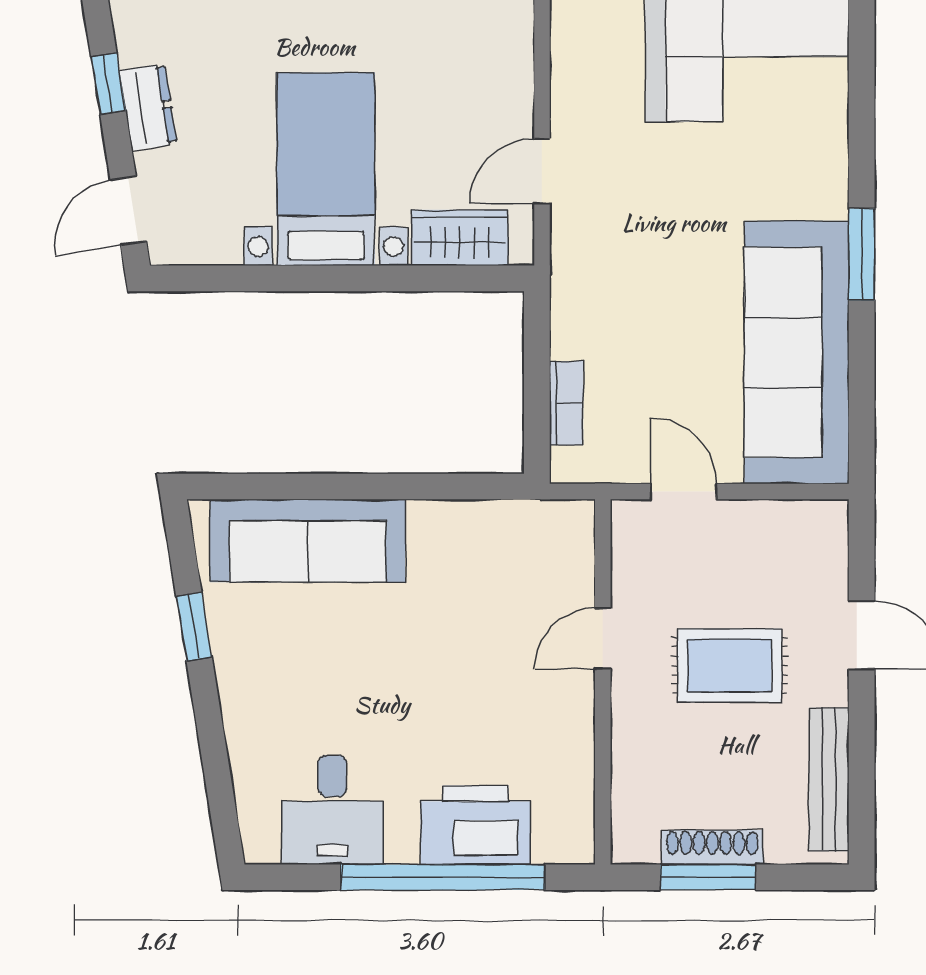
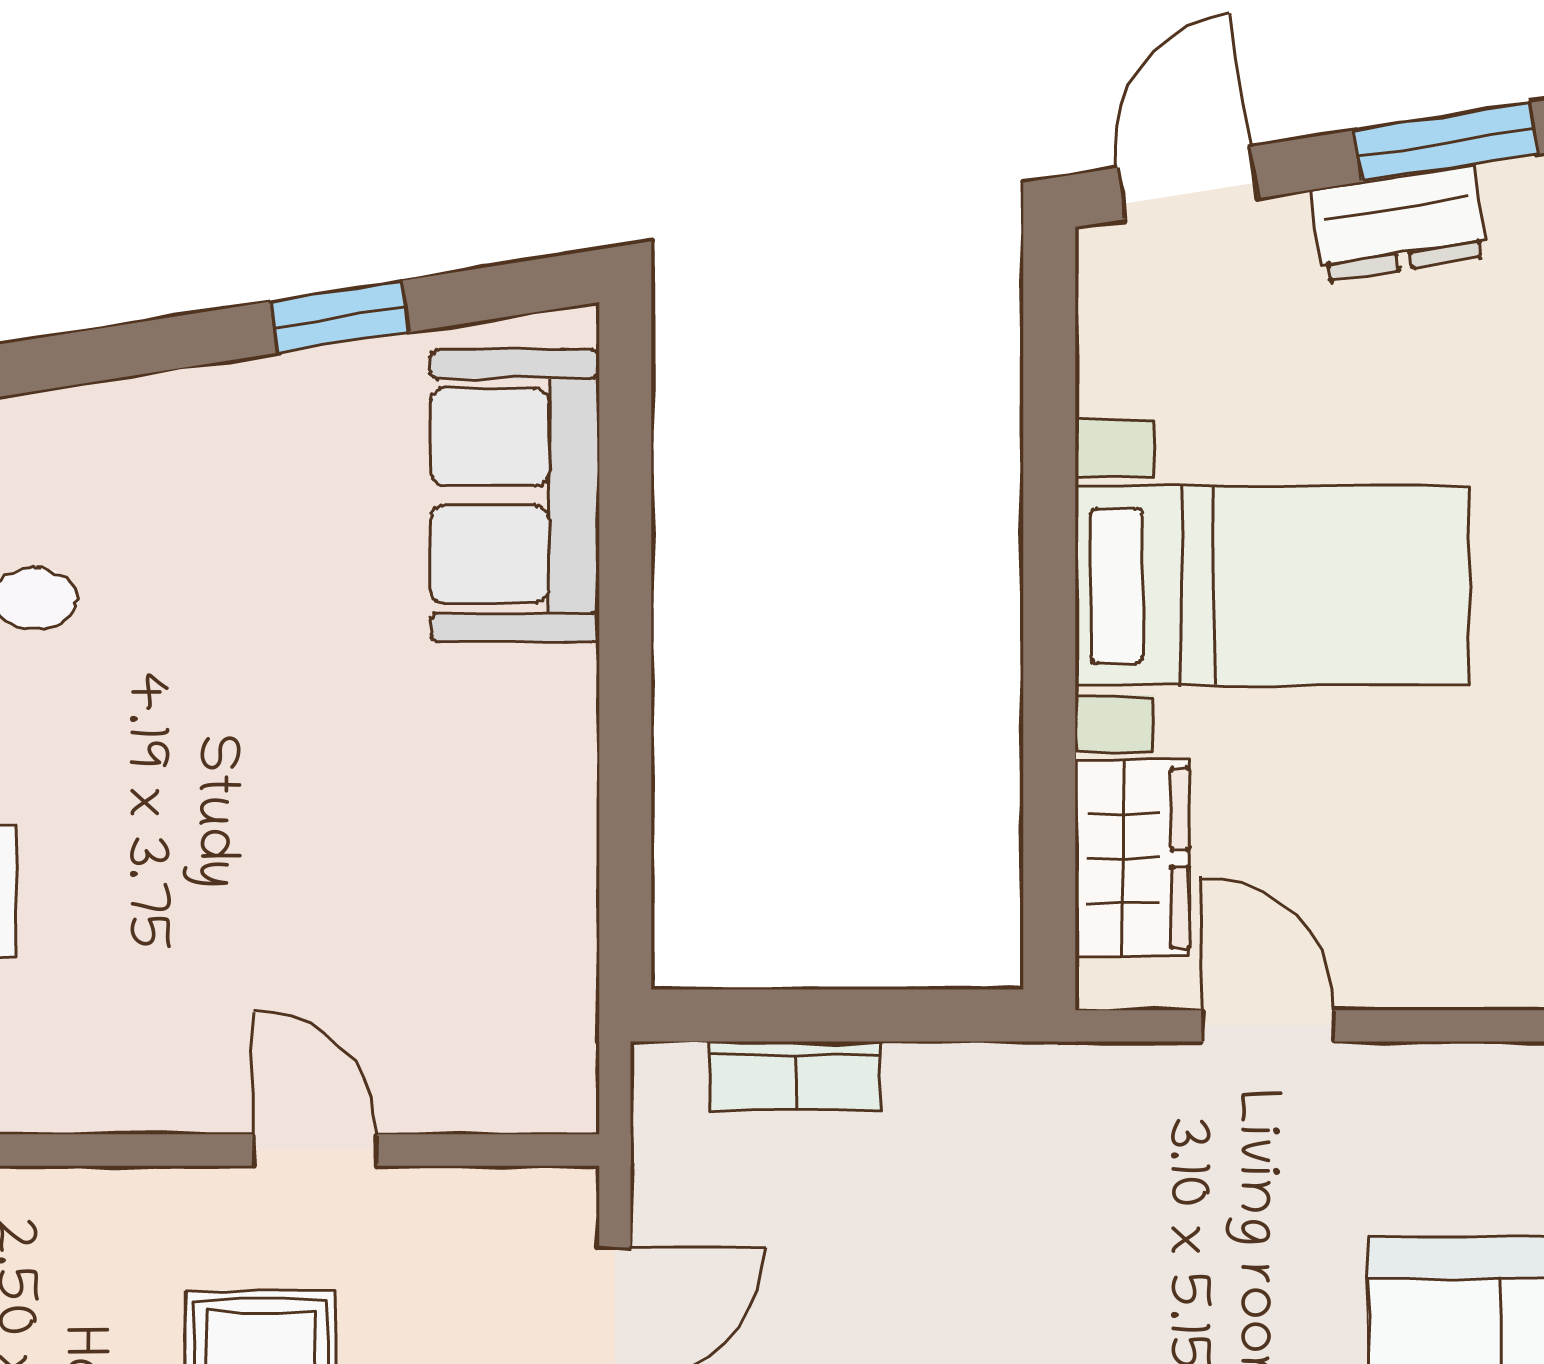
window: (108, 84) -> (1446, 142), width x1.50
door: (128, 211) -> (1187, 183), hinge flipped
sofa: (308, 541) -> (515, 496), width x0.73

